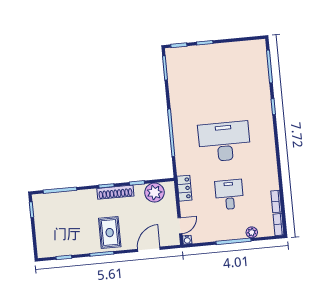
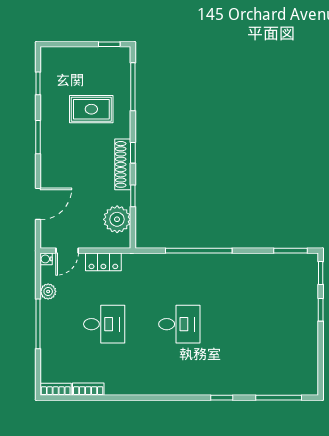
desk: (224, 142) -> (179, 324), width x0.53, depth x0.77
locker: (184, 188) -> (103, 262), moved
door: (180, 226) -> (67, 251), hinge flipped
plant: (252, 232) -> (48, 291), moved
rug: (110, 233) -> (91, 109), moved
door: (149, 249) -> (38, 204), hinge flipped

